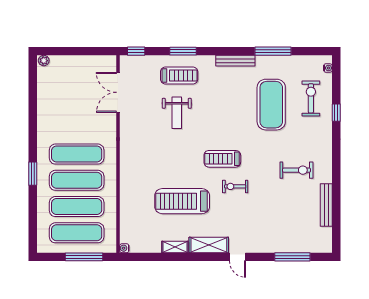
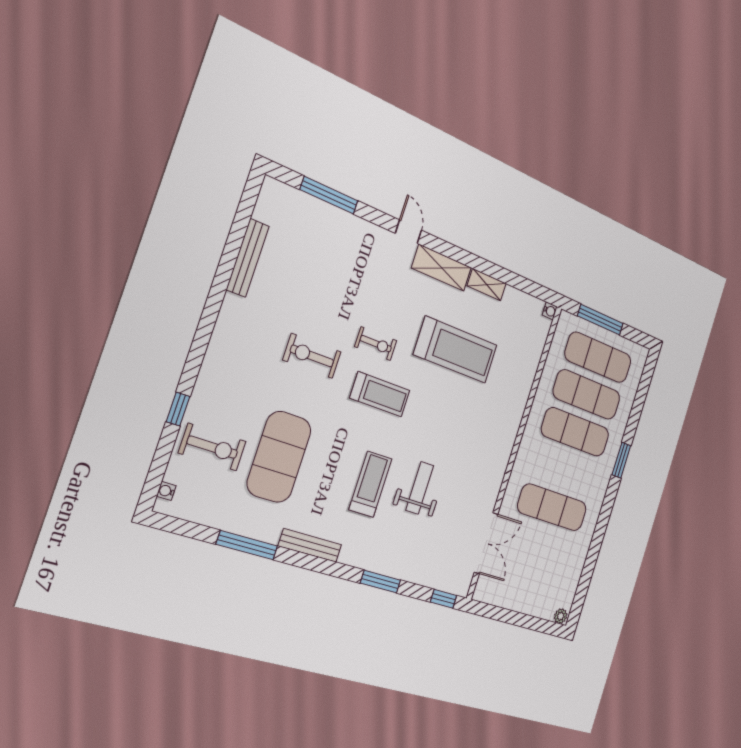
treadmill: (179, 75) -> (370, 484), moved, turned 90
exercise bike: (311, 98) -> (212, 447), turned -90
exercise mat: (77, 154) -> (552, 507), moved
exercise bike: (297, 170) -> (312, 356), moved

